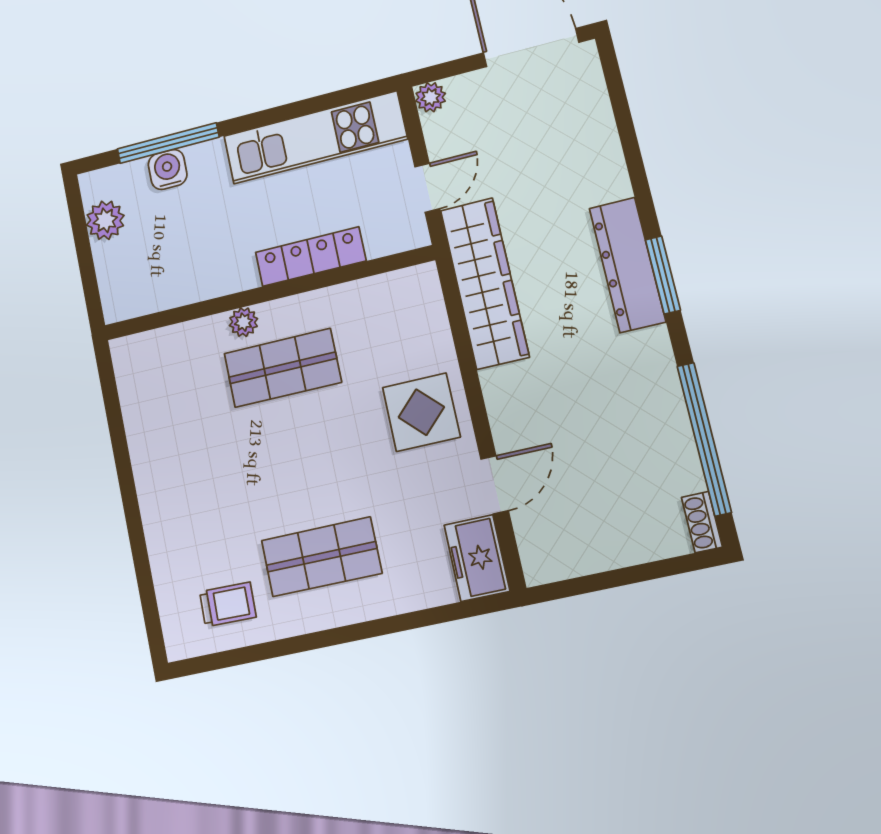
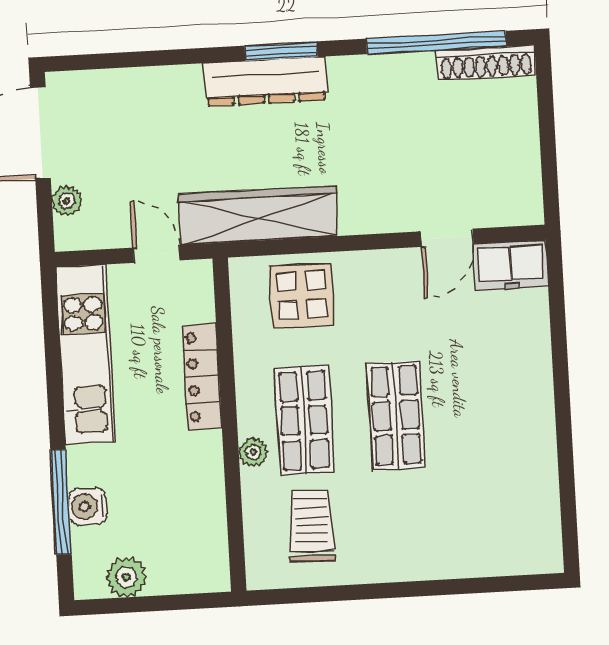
plant: (431, 97) -> (67, 201), moved
display table: (421, 412) -> (302, 295), moved
door: (495, 485) -> (447, 238), swing flipped
shoe rack: (702, 522) -> (486, 63), width x1.94, depth x1.24
shop shelf: (321, 557) -> (396, 415), moved
trolley: (228, 604) -> (311, 526), moved, width x1.36, depth x1.39

